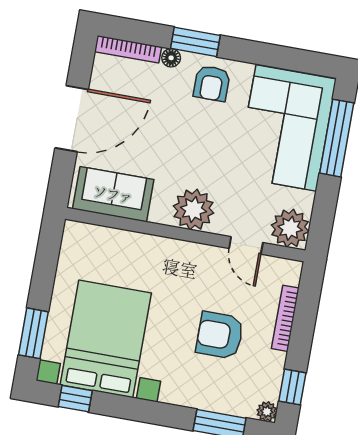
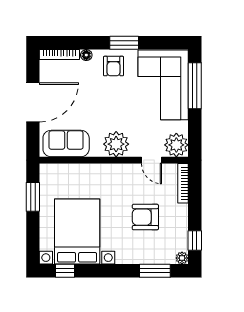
window: (195, 42) -> (124, 43), moved
bookcase: (285, 318) -> (183, 183), moved
window: (33, 333) -> (33, 197), moved

